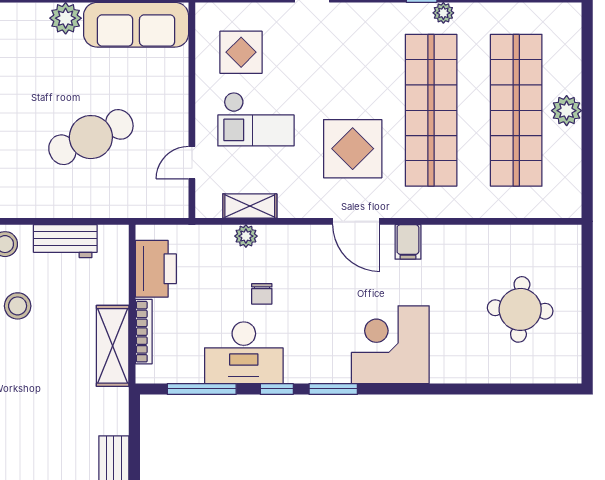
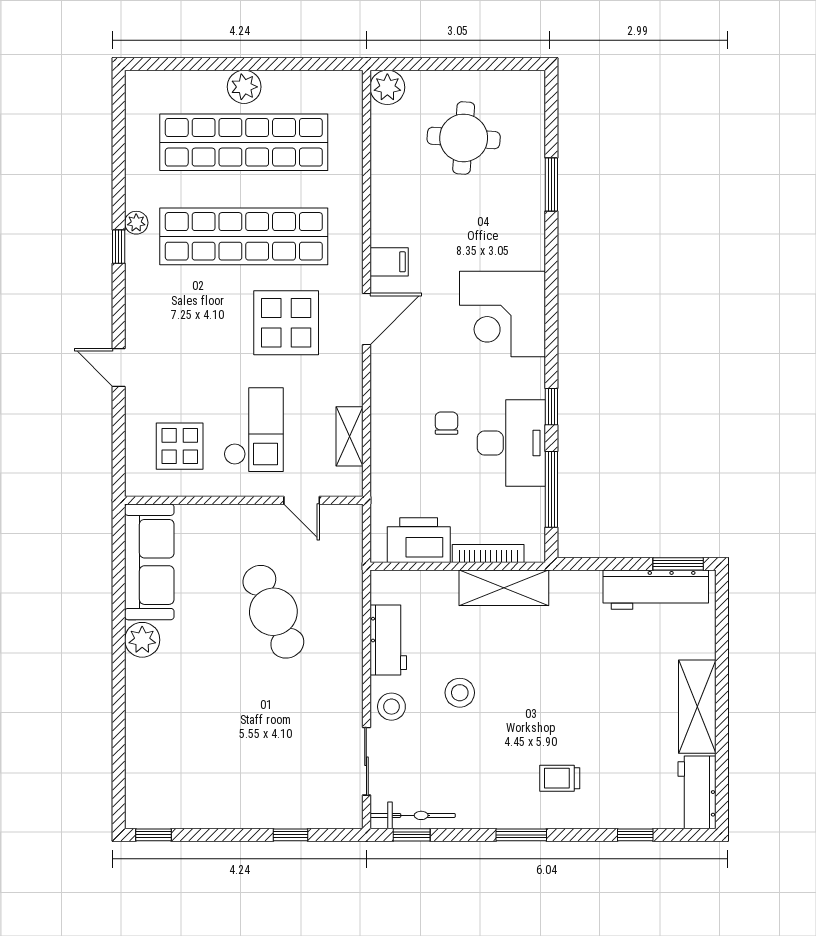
plant: (246, 236) -> (387, 87), moved, width x1.38, depth x1.38
chair: (262, 294) -> (446, 423), turned -90
corner desk: (390, 345) -> (503, 314), moved
window: (333, 389) -> (551, 185), moved

